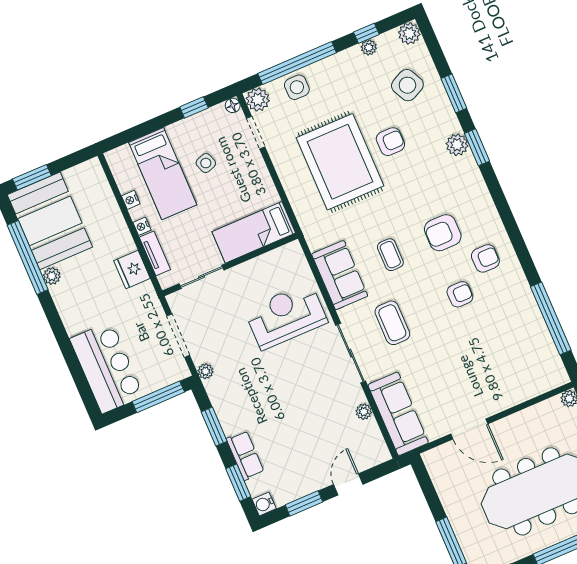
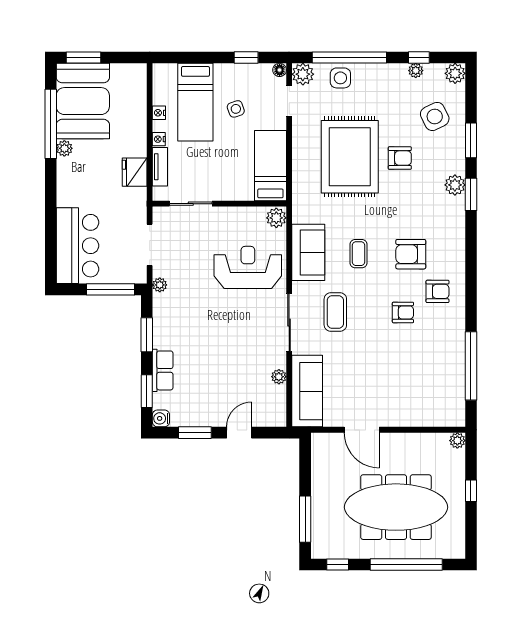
bed: (254, 232) -> (270, 166), moved, turned 90
plant: (293, 254) -> (276, 218), added

